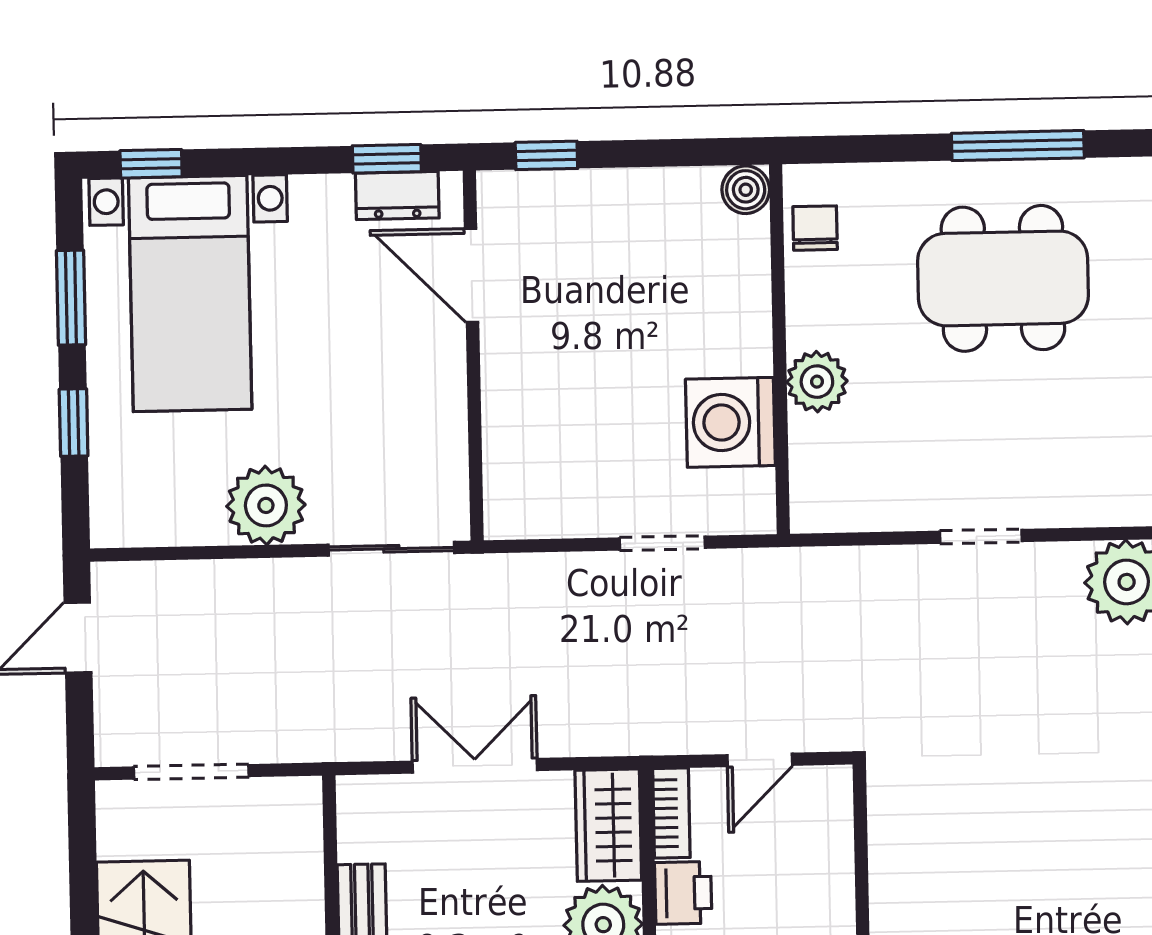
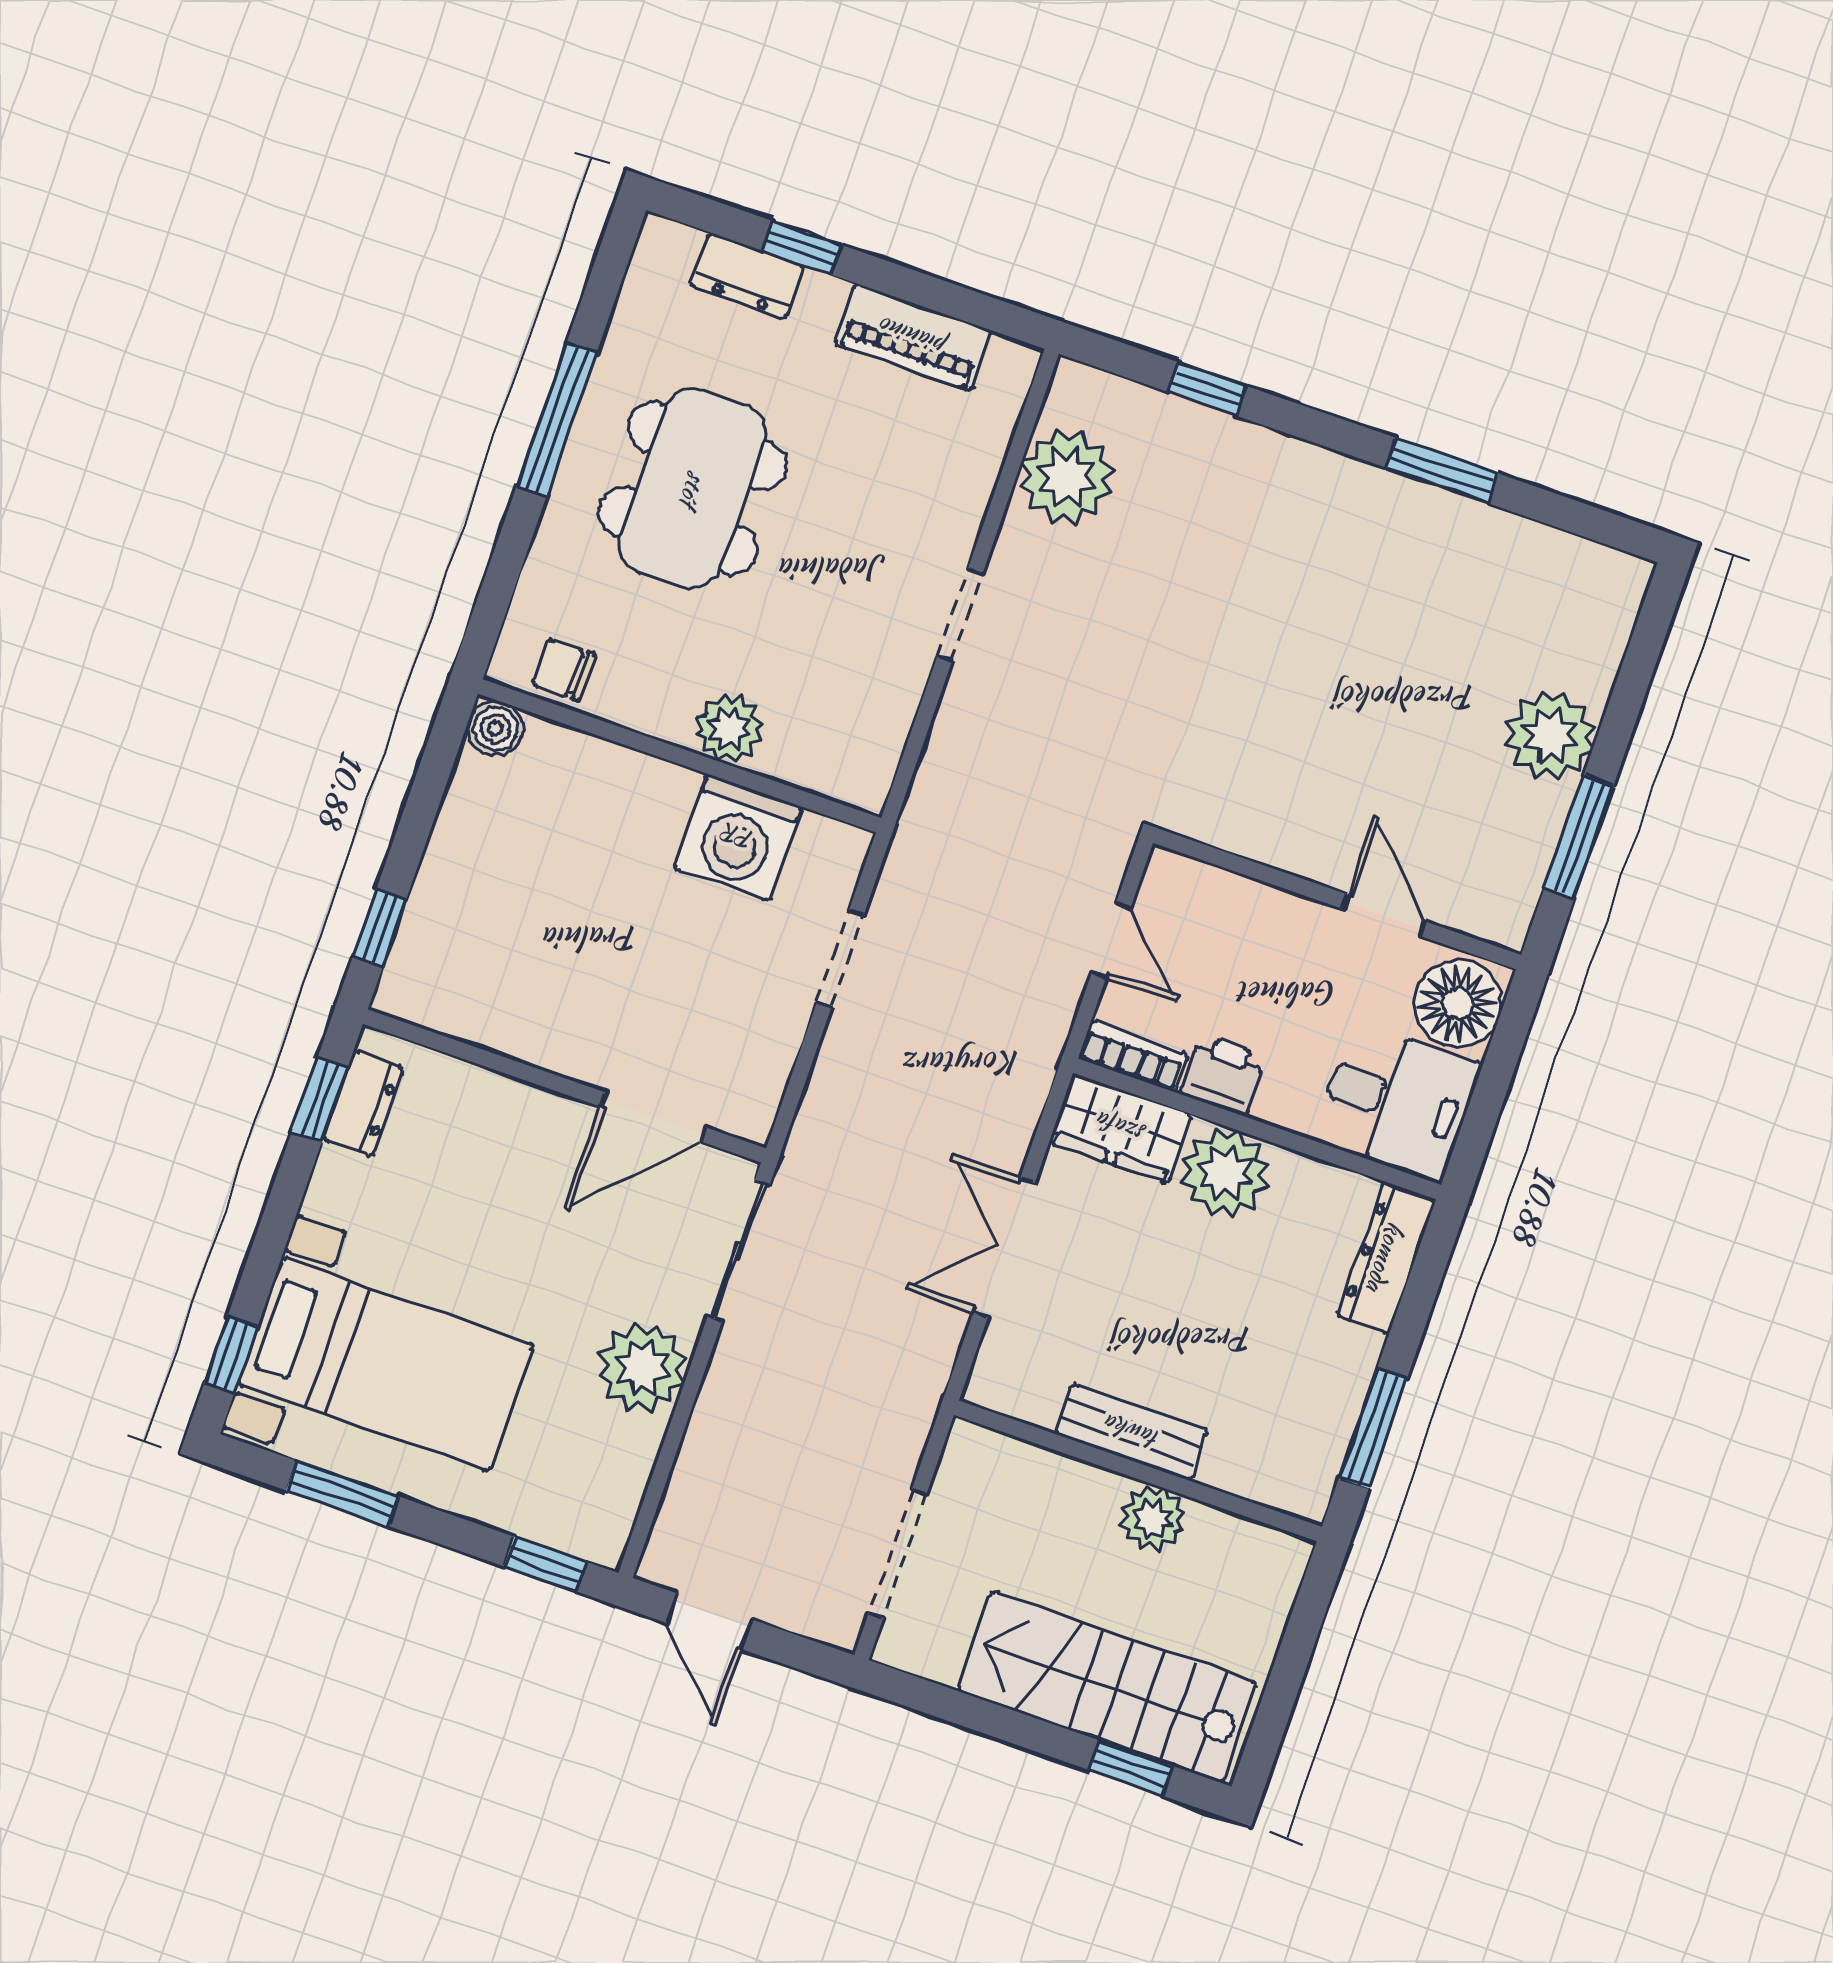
door: (471, 275) -> (653, 1117), moved
window: (74, 422) -> (546, 1564), moved

